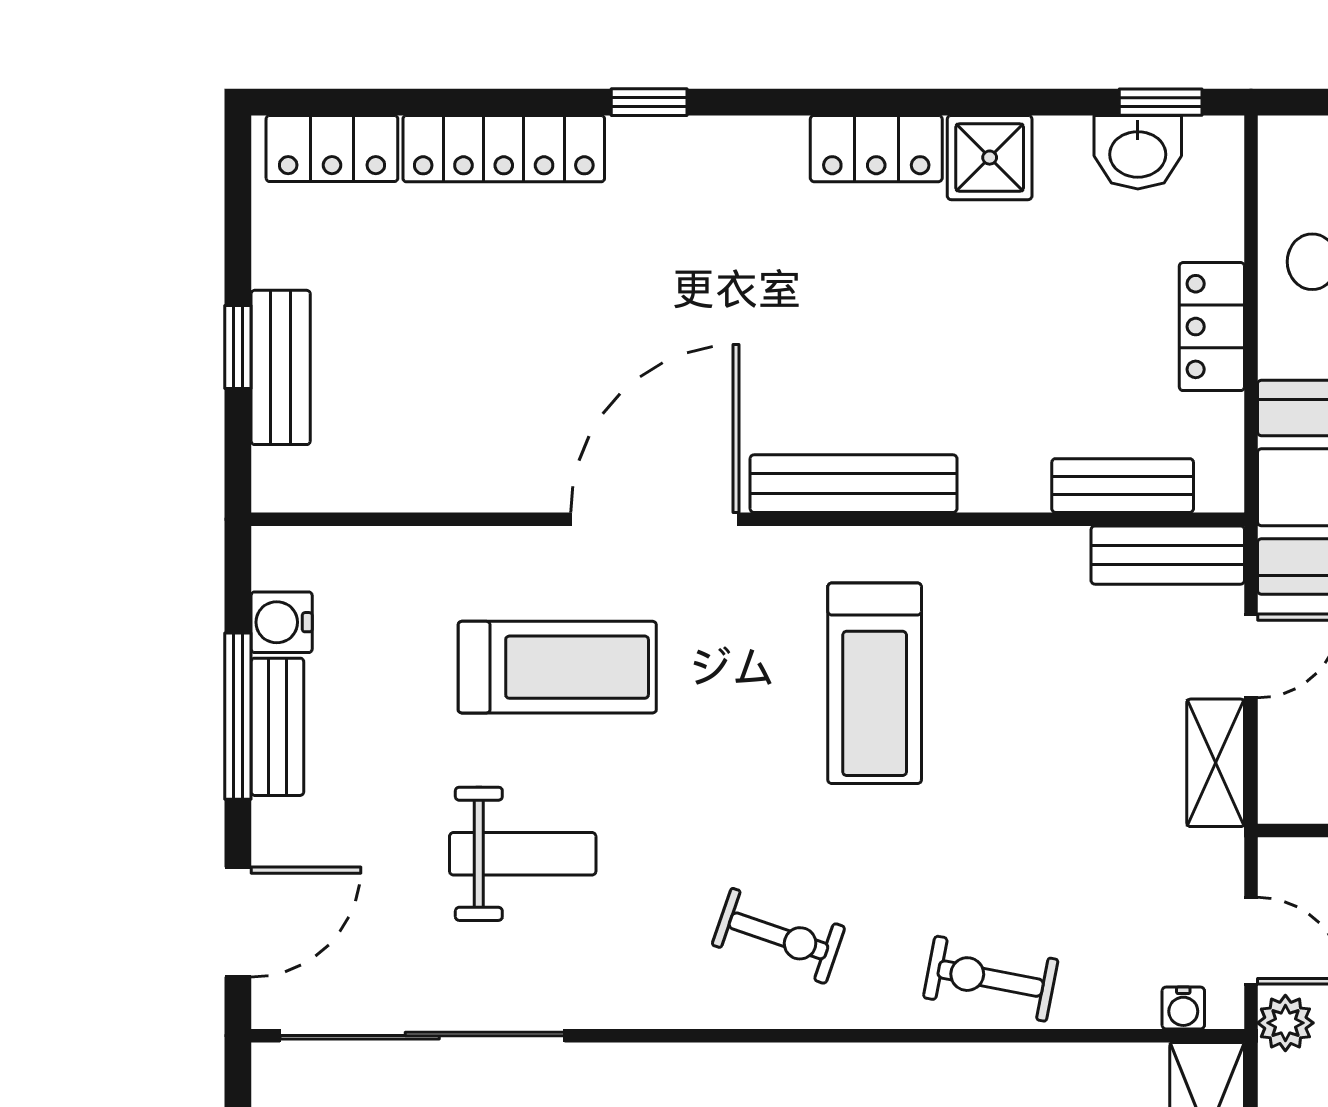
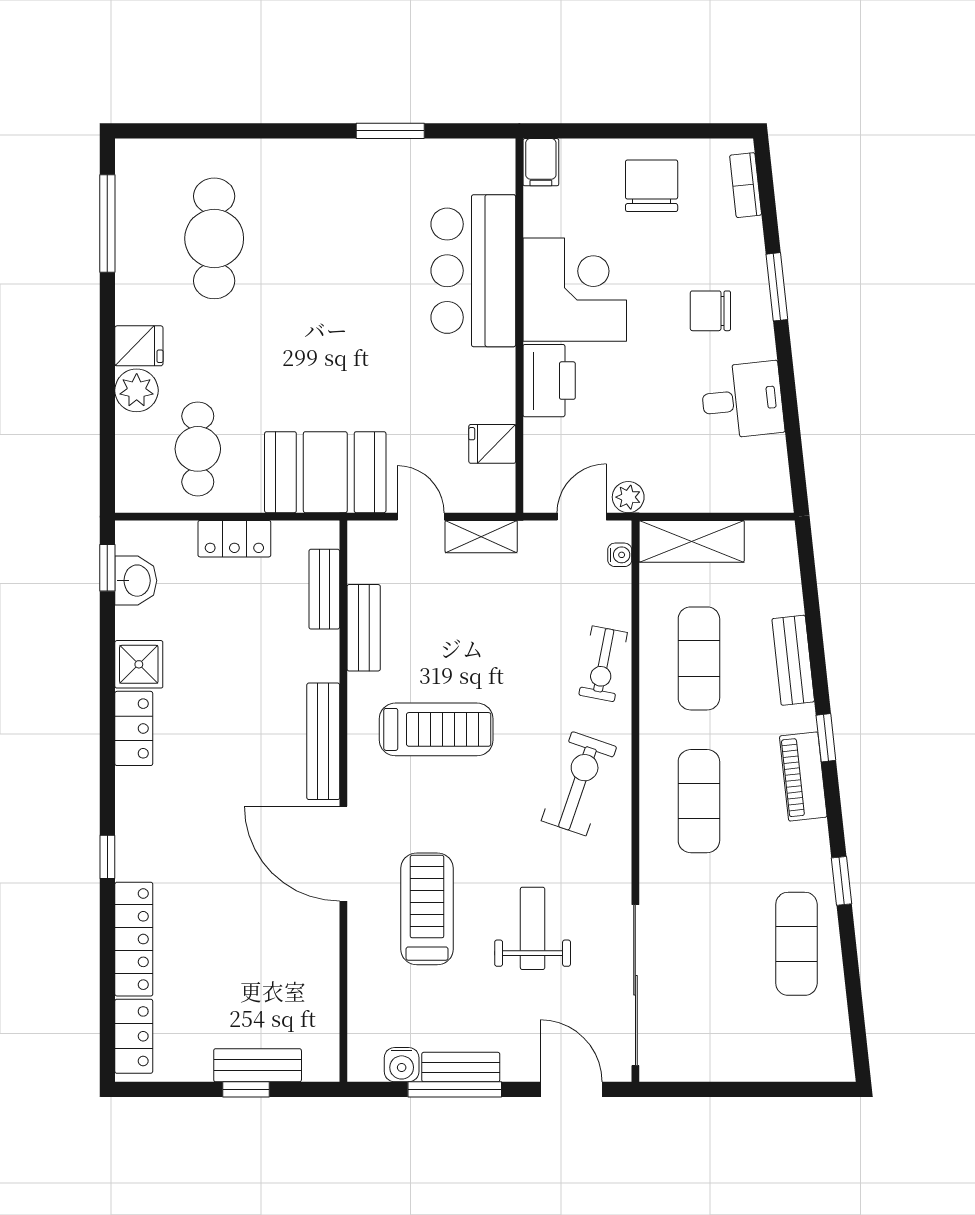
bench: (1168, 555) -> (364, 628), moved
exercise bike: (778, 936) -> (579, 784), width x1.38, depth x1.39

